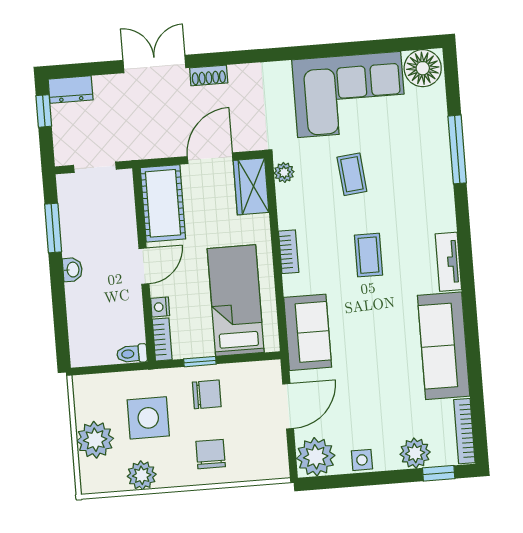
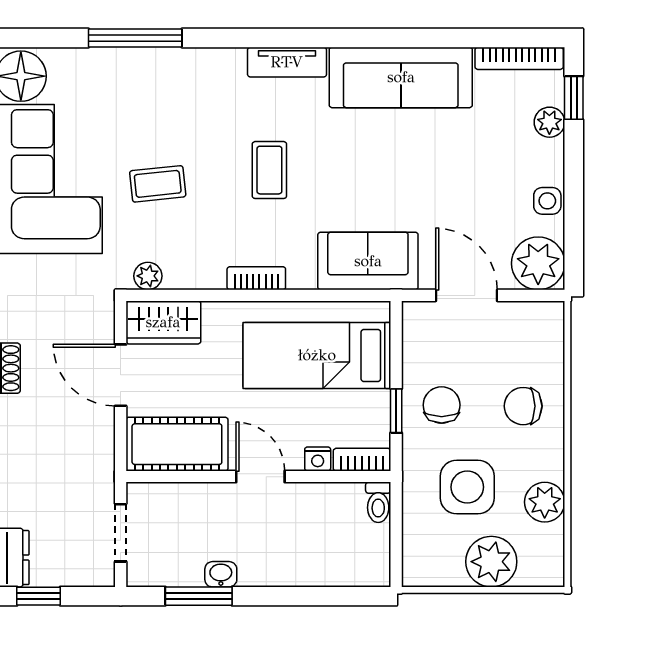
coffee table: (368, 255) -> (269, 170), turned 90
washbasin: (72, 270) -> (221, 574), moved
plant: (415, 453) -> (549, 122), width x0.73, depth x0.73

